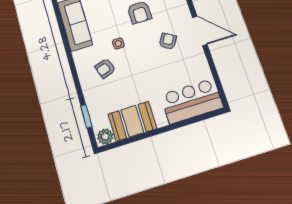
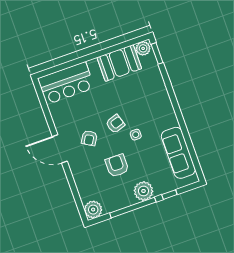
armchair: (105, 68) -> (115, 124), moved
window: (86, 116) -> (157, 53), moved

